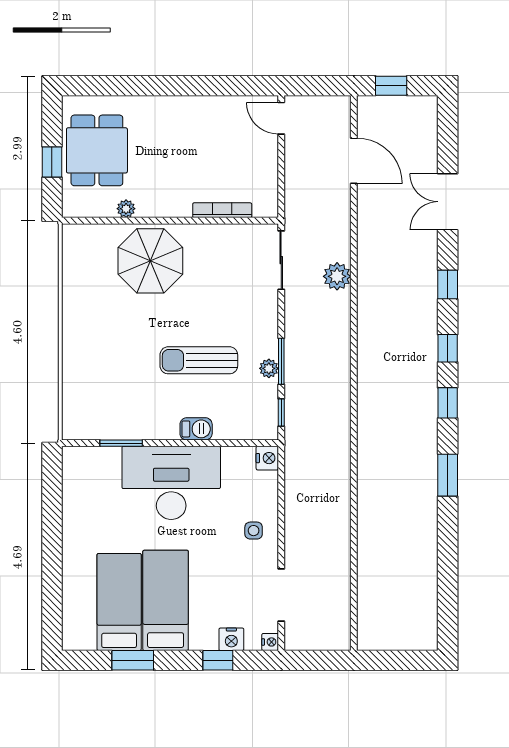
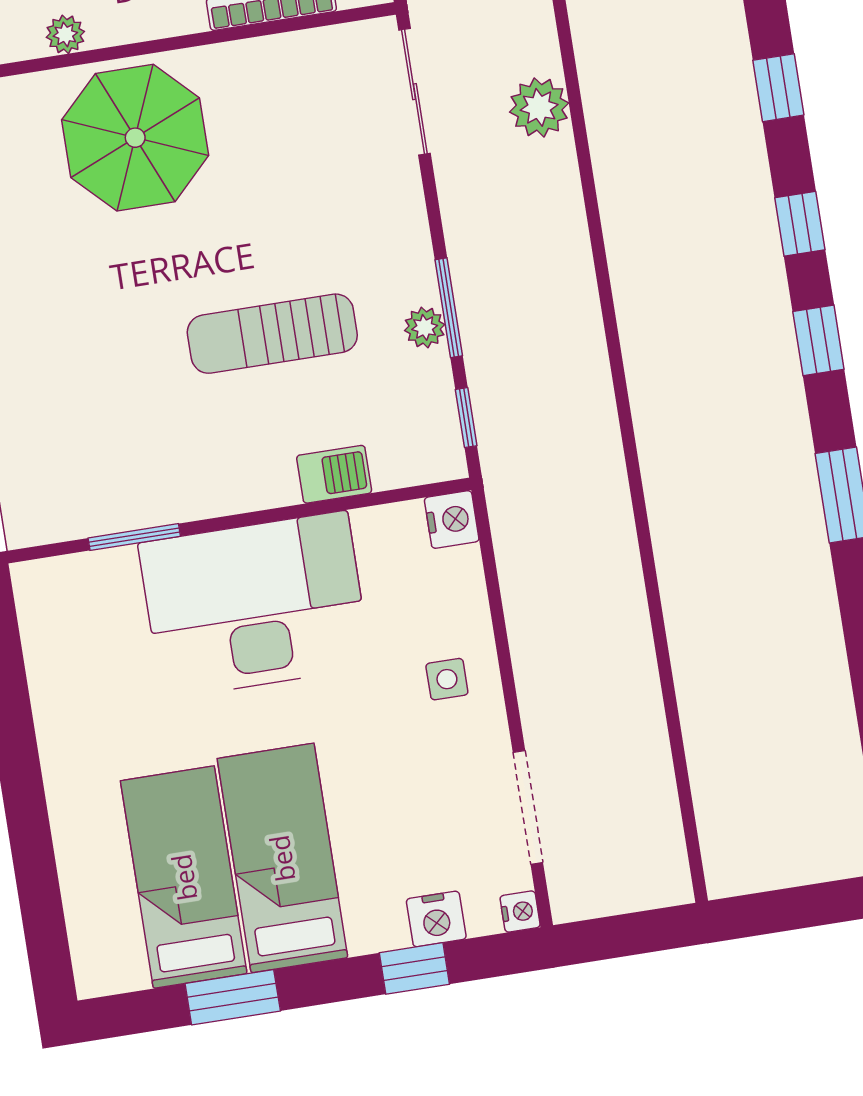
barbecue: (196, 429) -> (334, 474), moved

